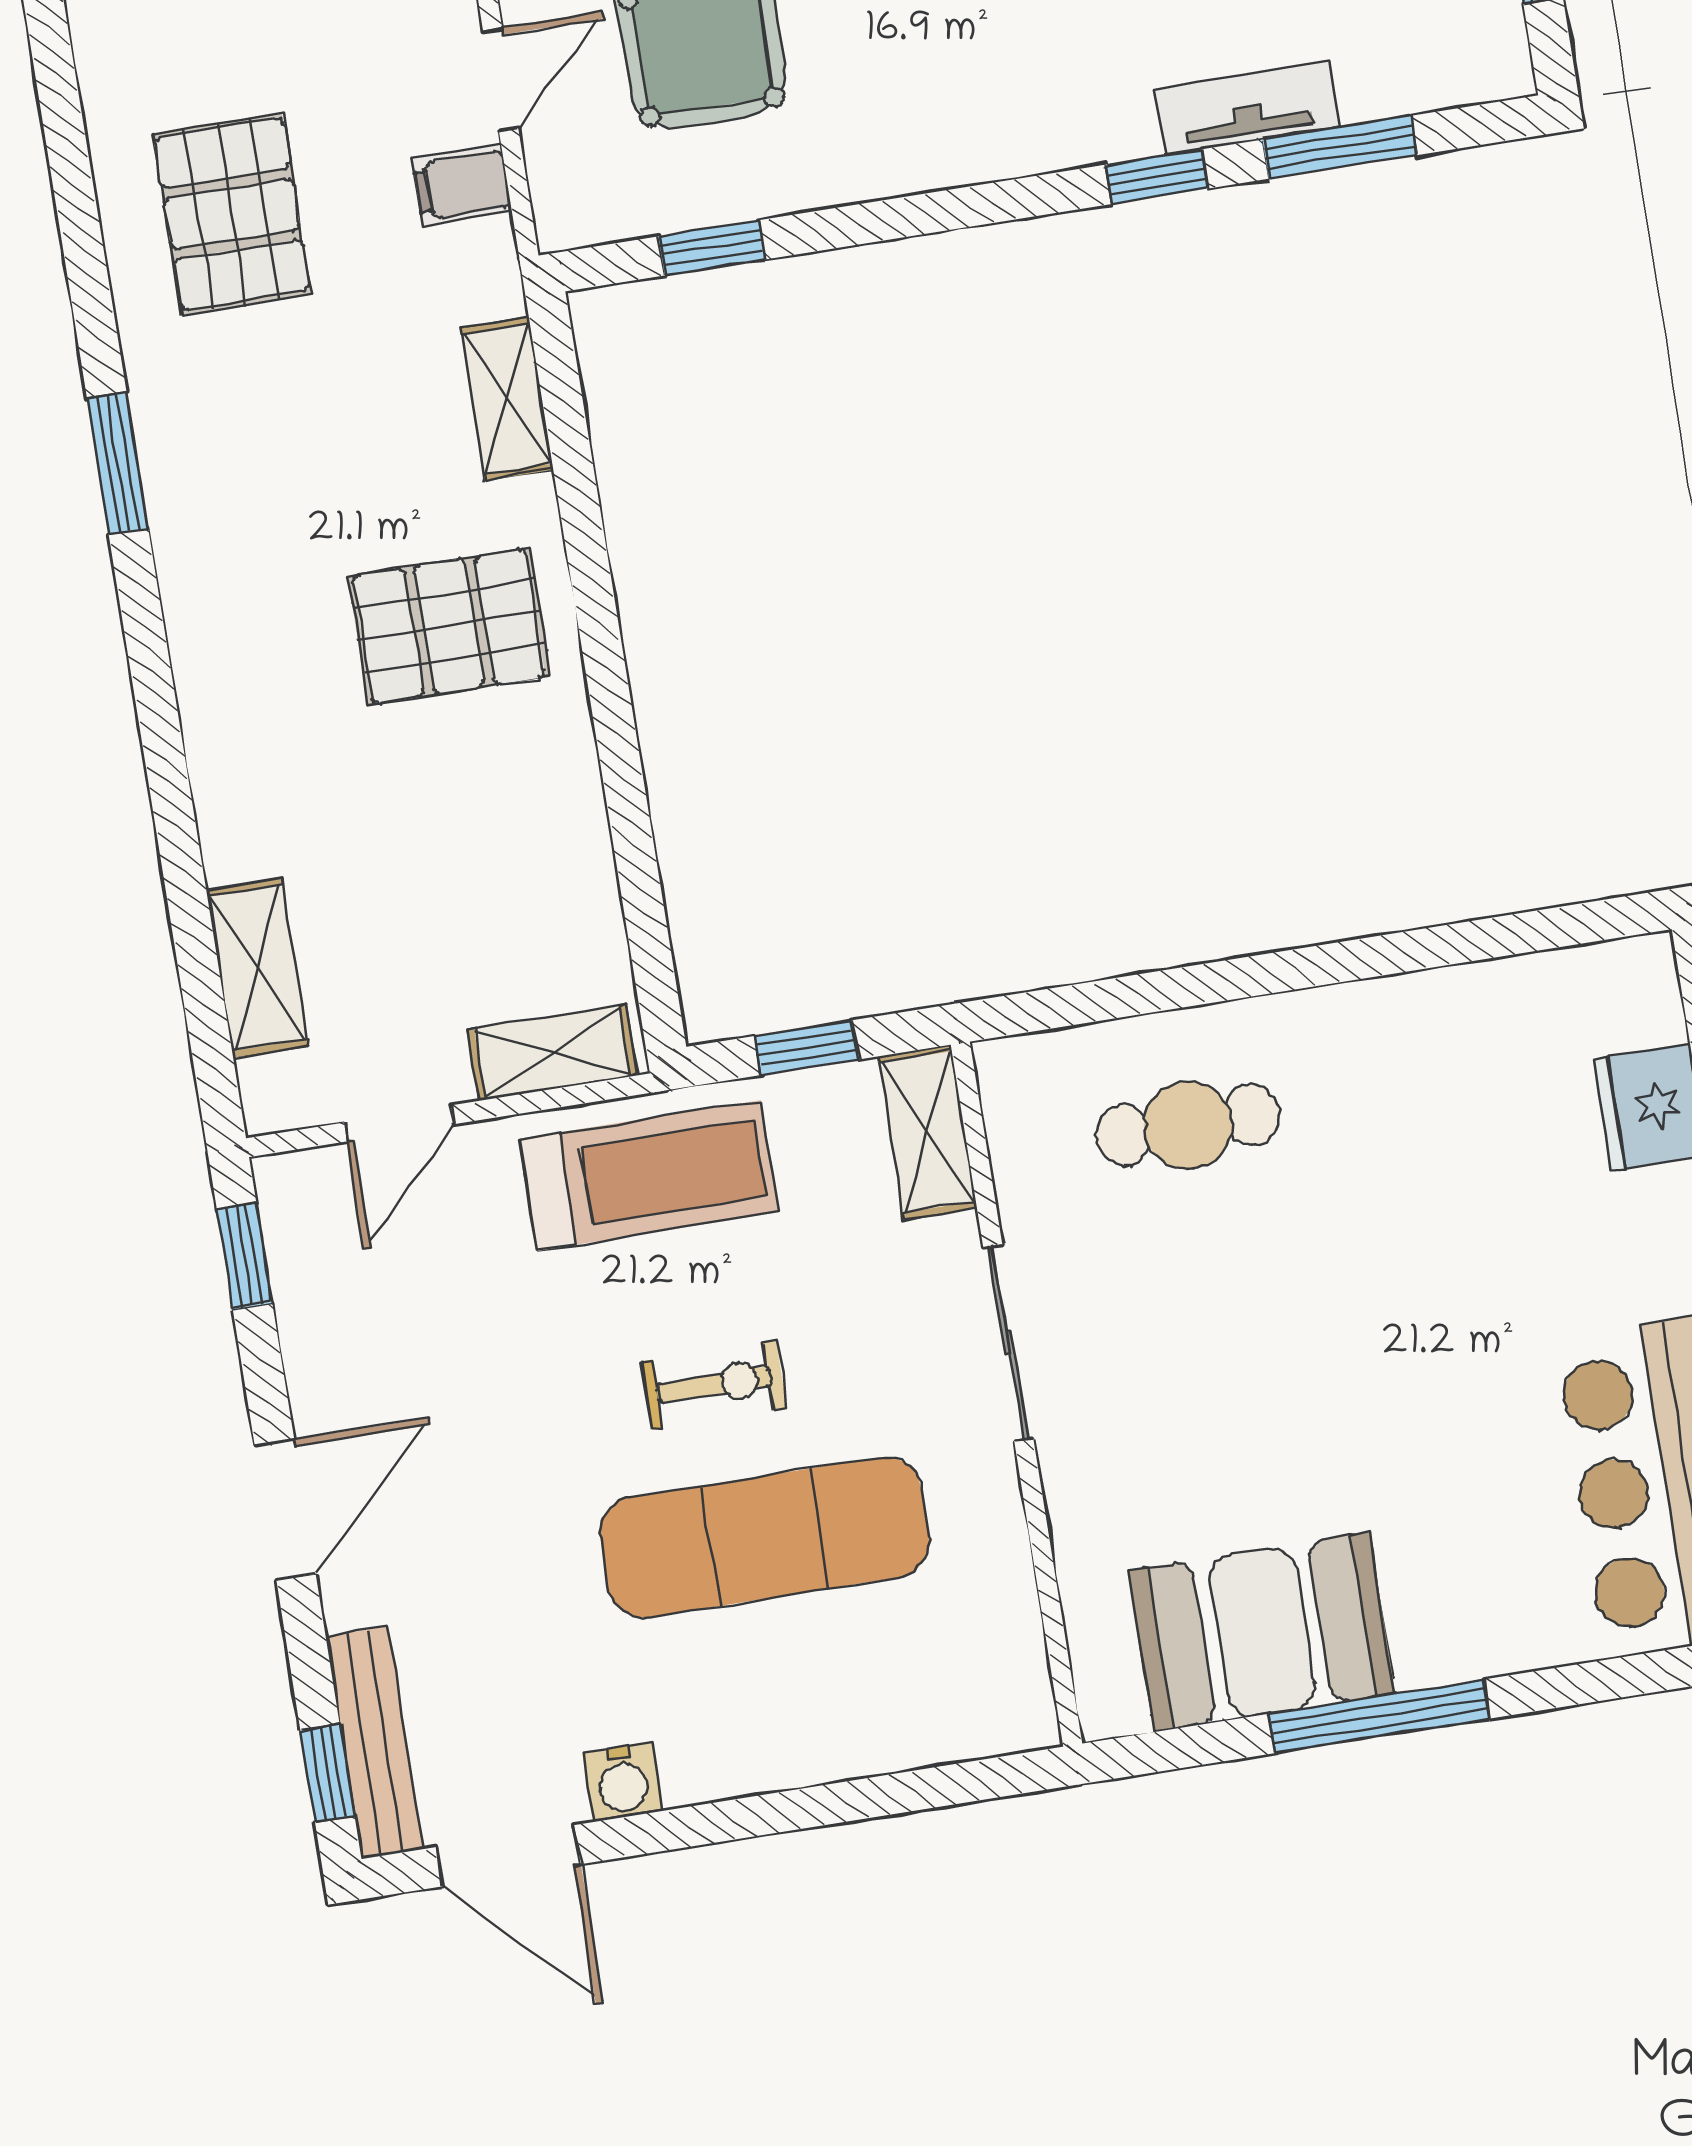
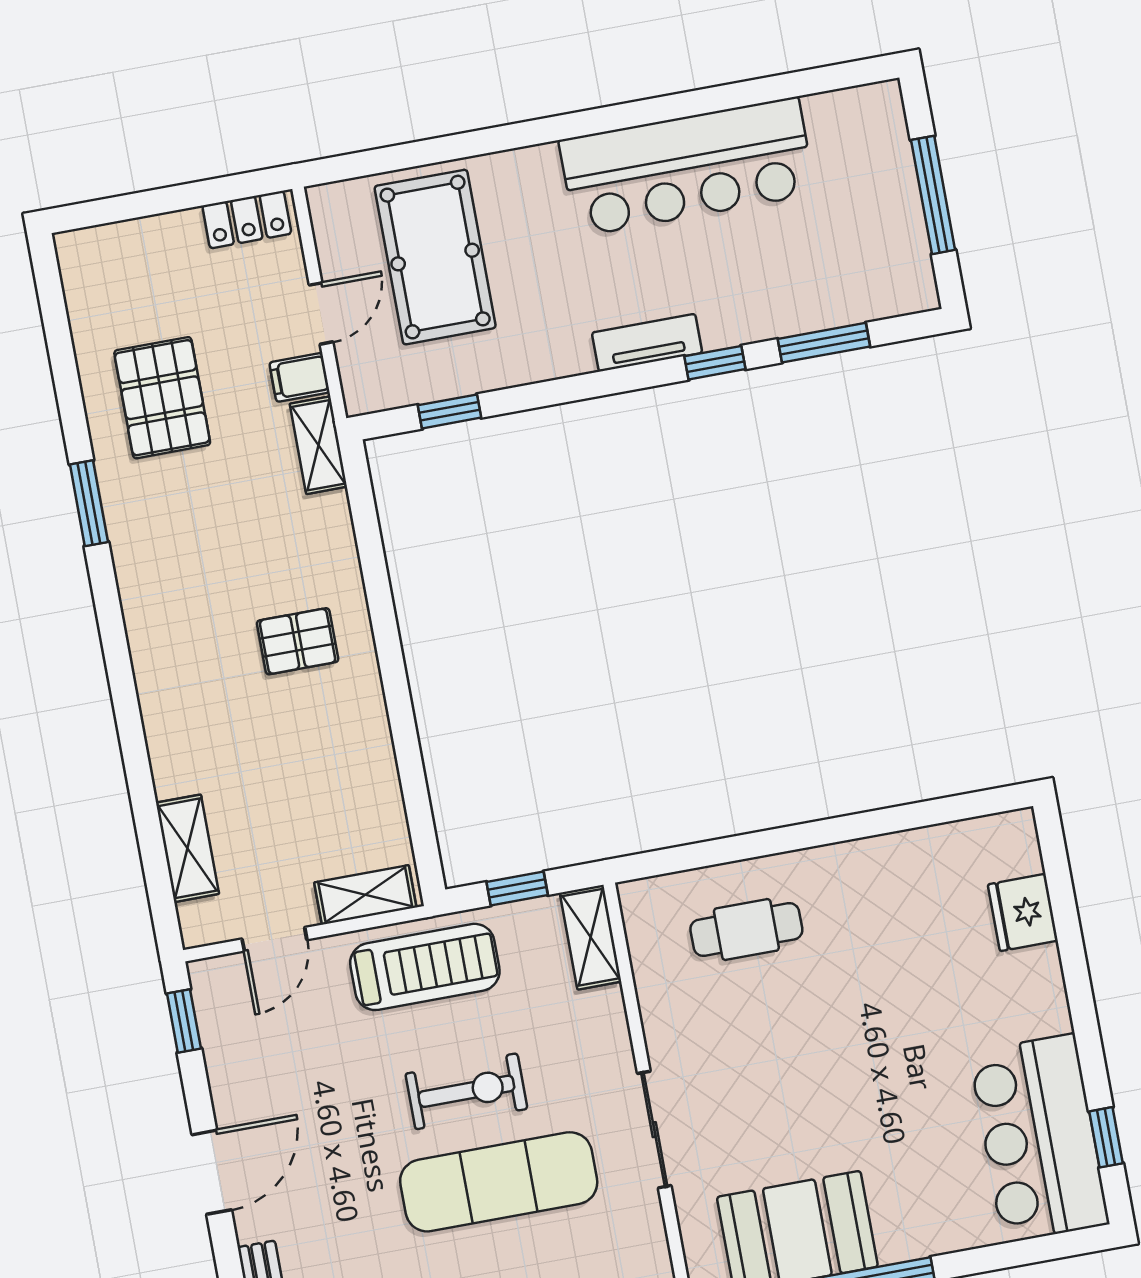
tv unit: (1247, 108) -> (647, 343), moved
shelving: (507, 399) -> (318, 445), moved
window: (118, 463) -> (89, 503), moved
pallet: (449, 626) -> (298, 641), width x0.67, depth x0.71
sliding door: (1008, 1343) -> (654, 1130), moved
exercise bike: (714, 1385) -> (466, 1091), width x1.38, depth x1.39

